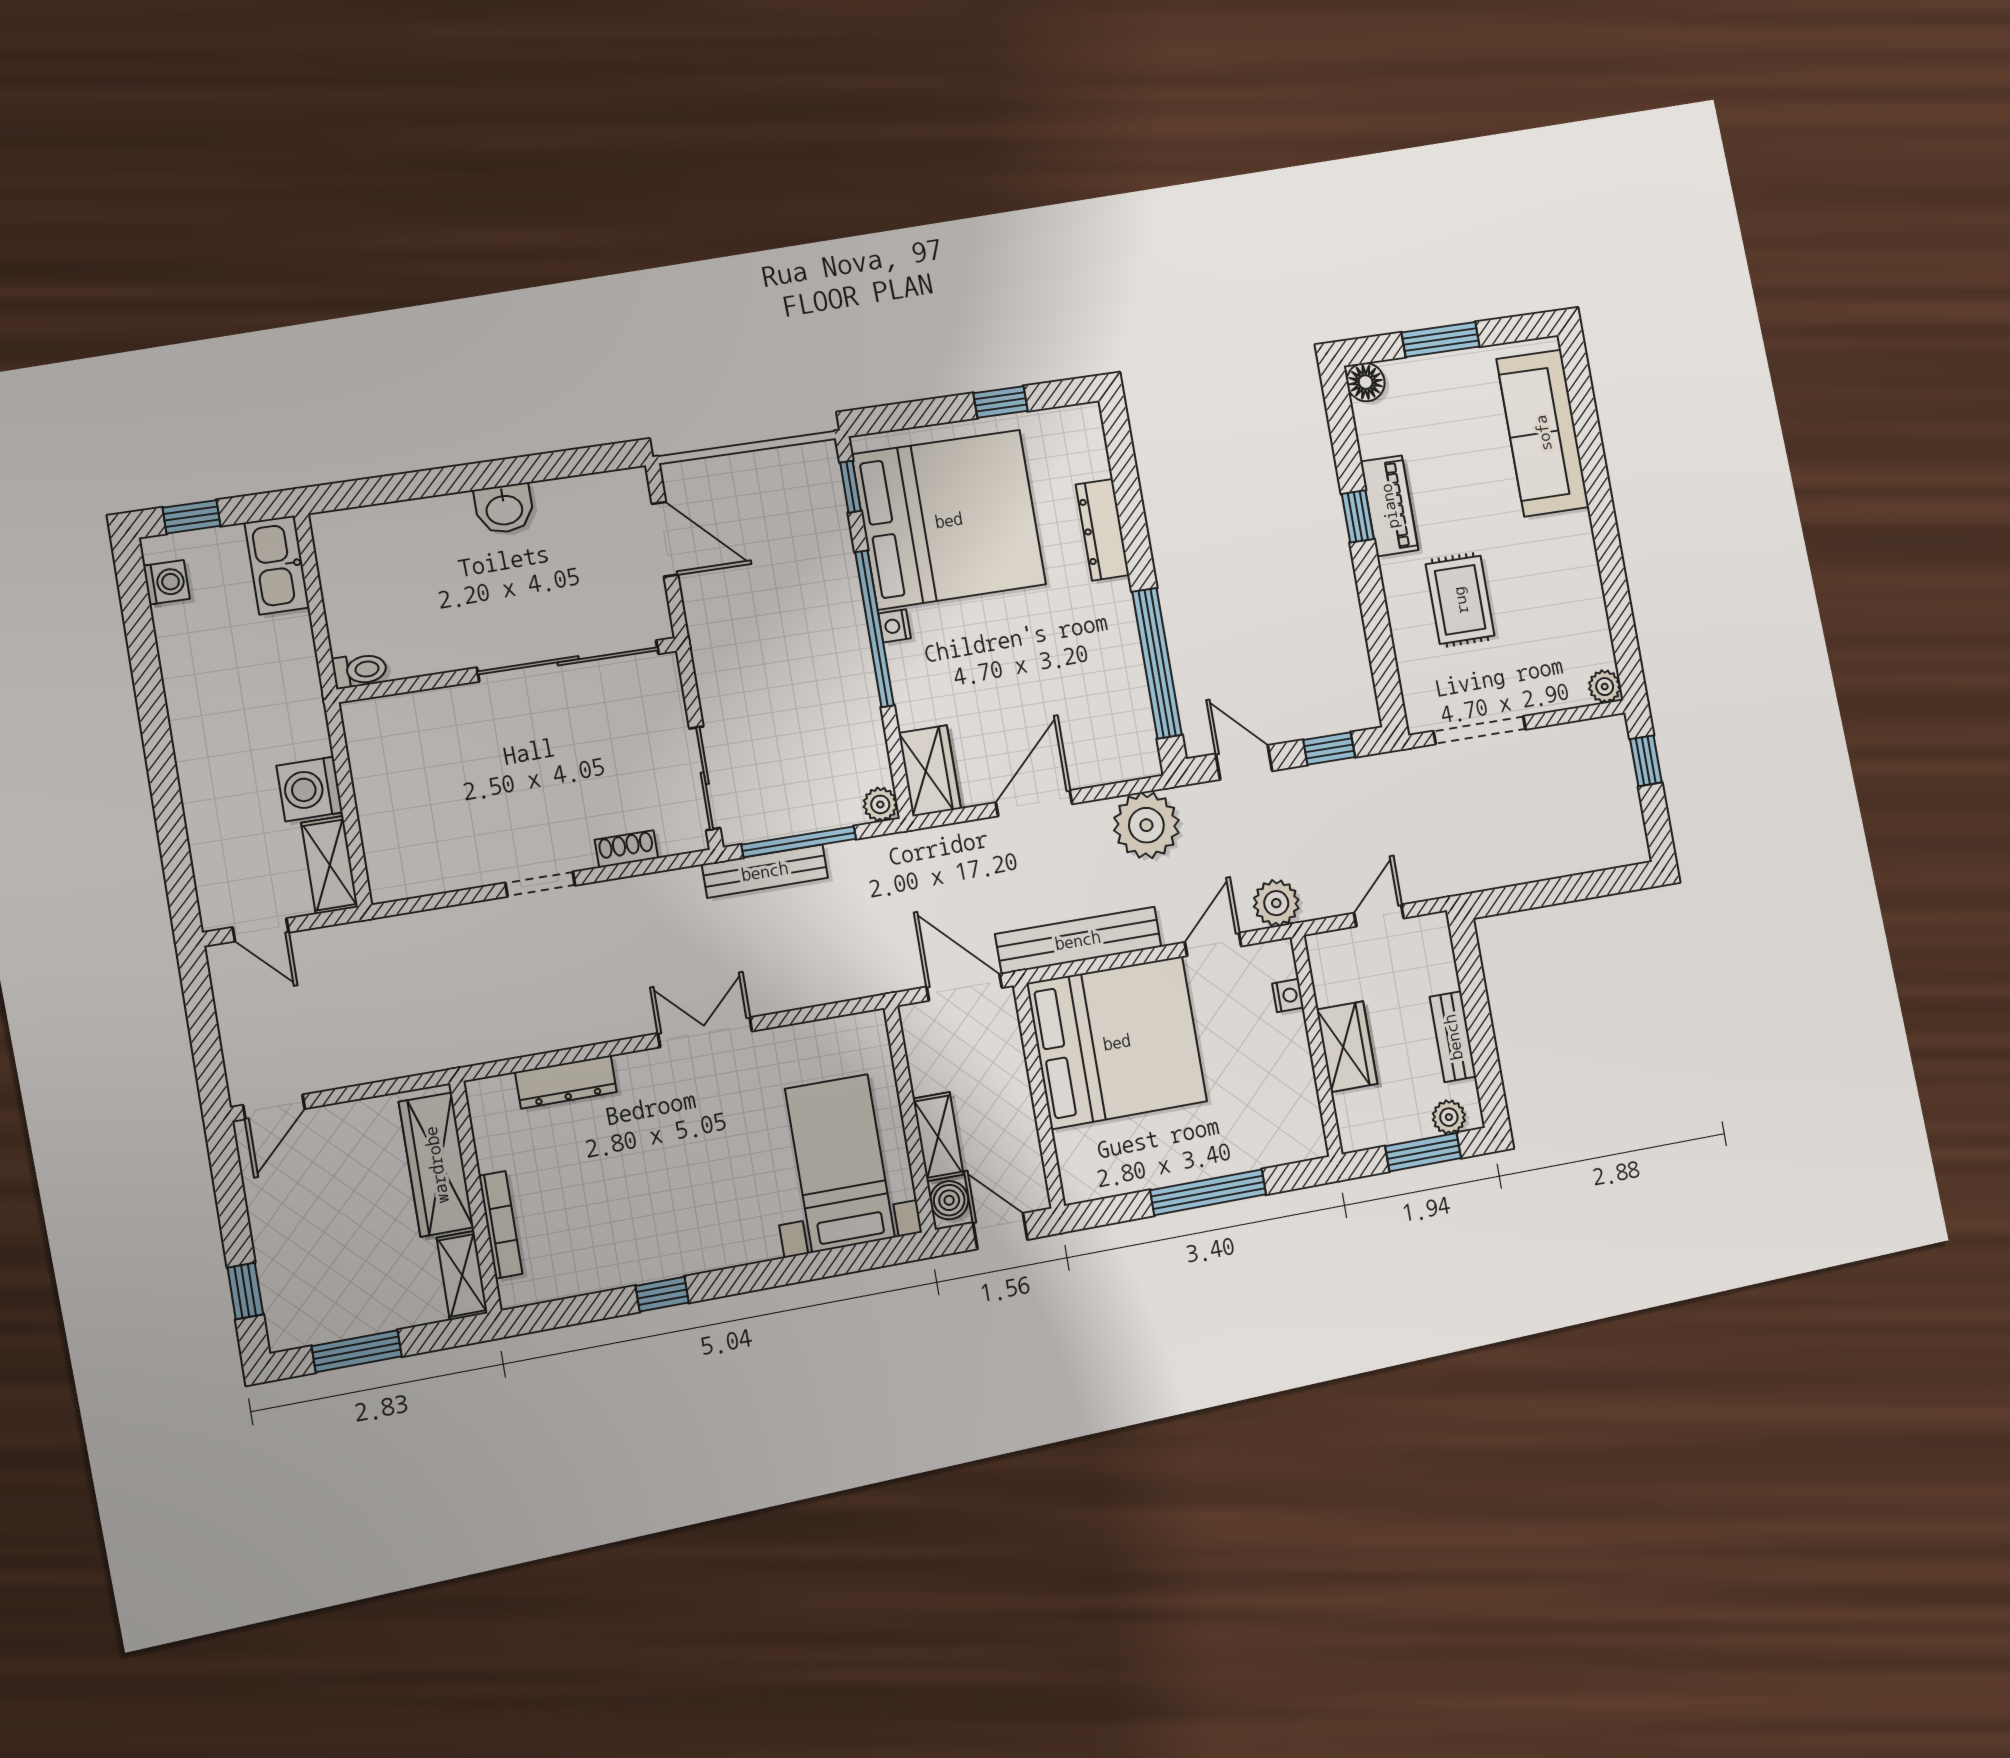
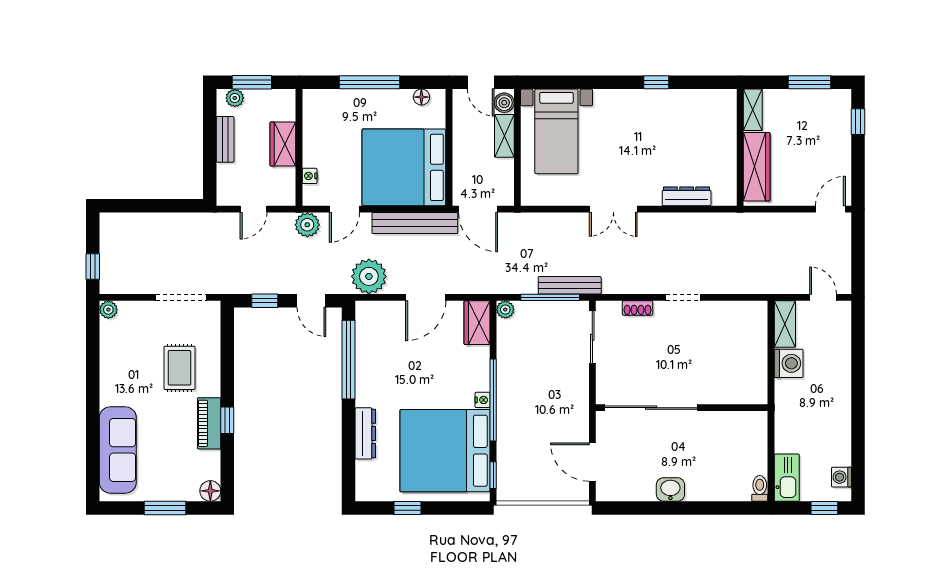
toilet: (360, 670) -> (760, 488), moved, turned 90
floor lamp: (1107, 1182) -> (421, 97), added
bookcase: (501, 1225) -> (730, 131), removed

